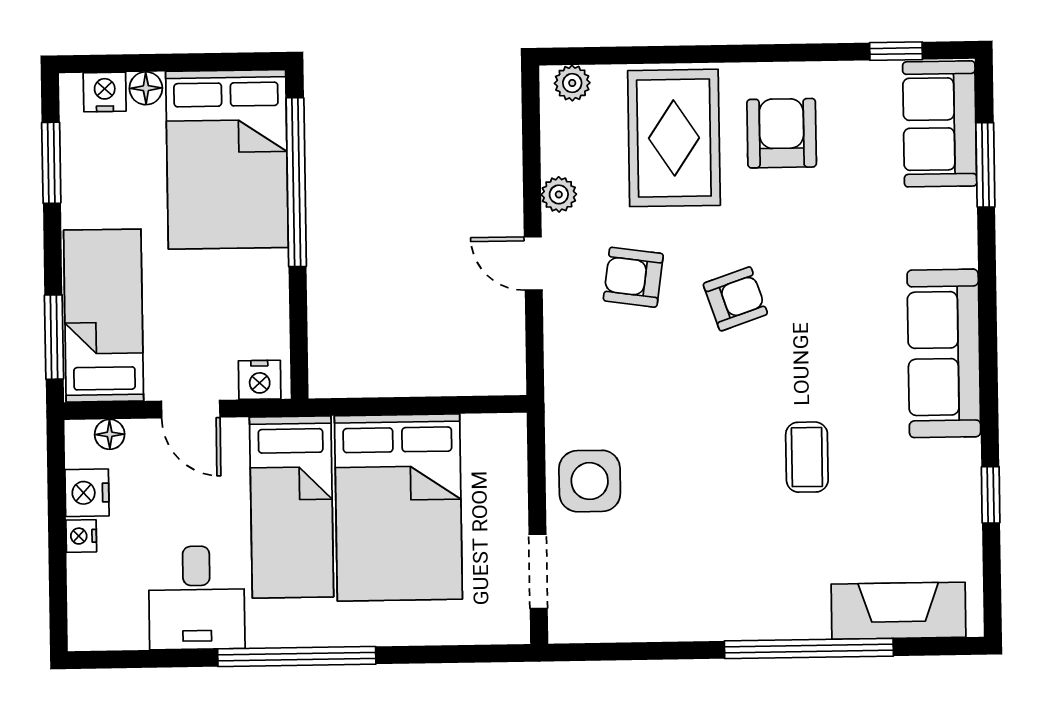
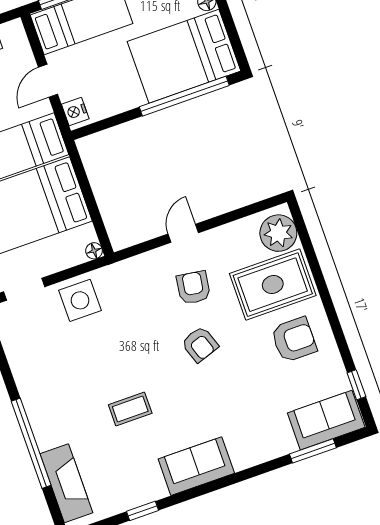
plant: (572, 83) -> (278, 233), width x1.88, depth x1.88
plant: (559, 194) -> (223, 235), removed
sofa: (944, 353) -> (196, 466), width x0.73
floor lamp: (110, 434) -> (94, 251), moved

